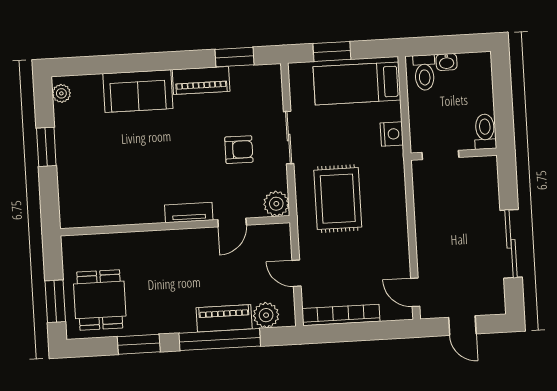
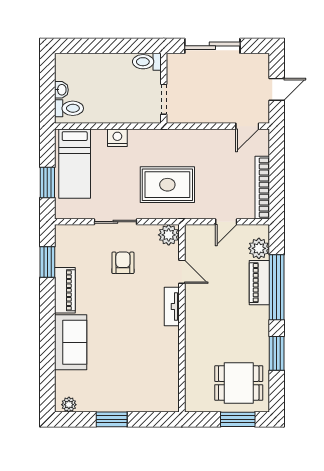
toilet: (485, 132) -> (147, 62), moved
wall: (454, 154) -> (164, 88), moved
doorway: (440, 155) -> (164, 99), moved

